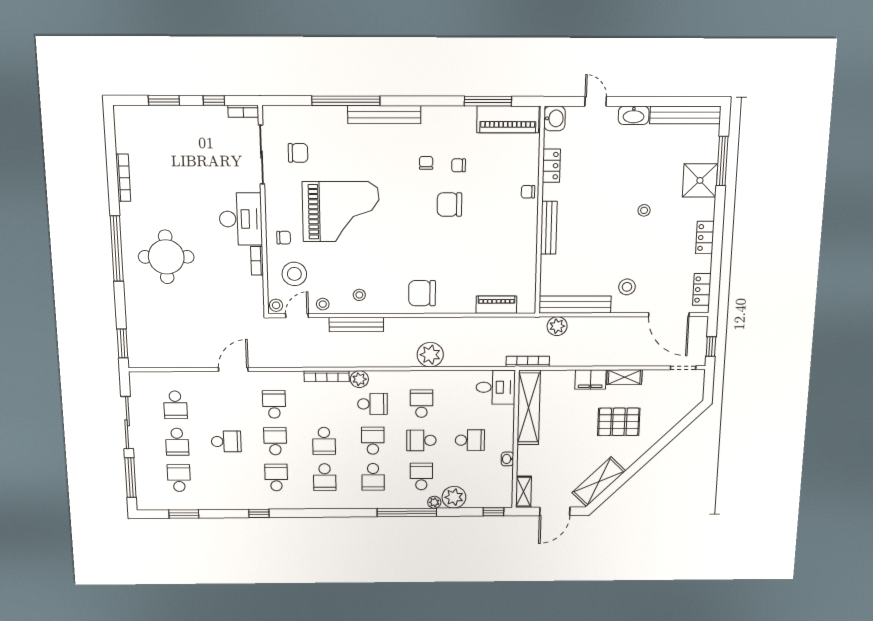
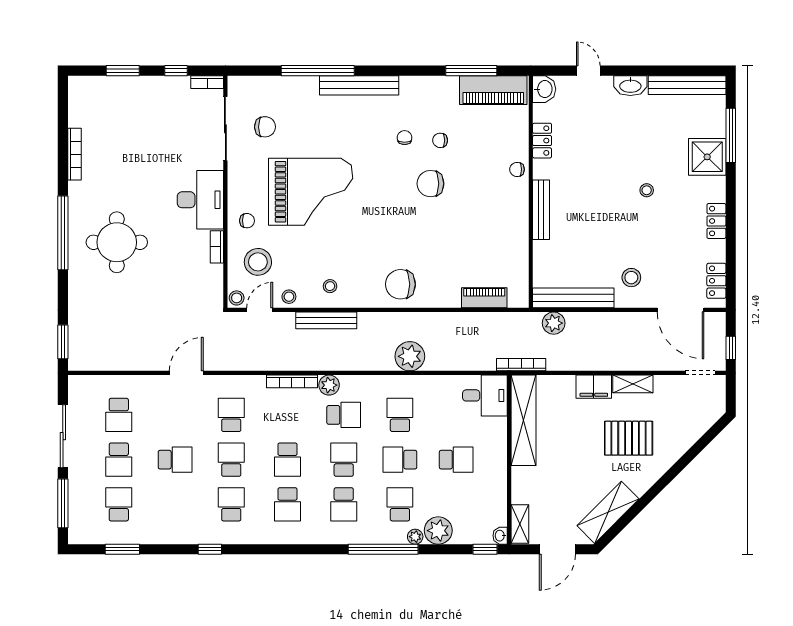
washbasin: (507, 459) -> (500, 536), moved

